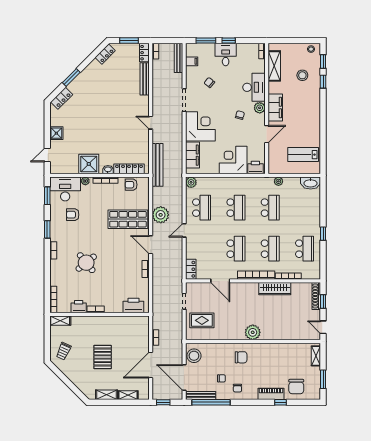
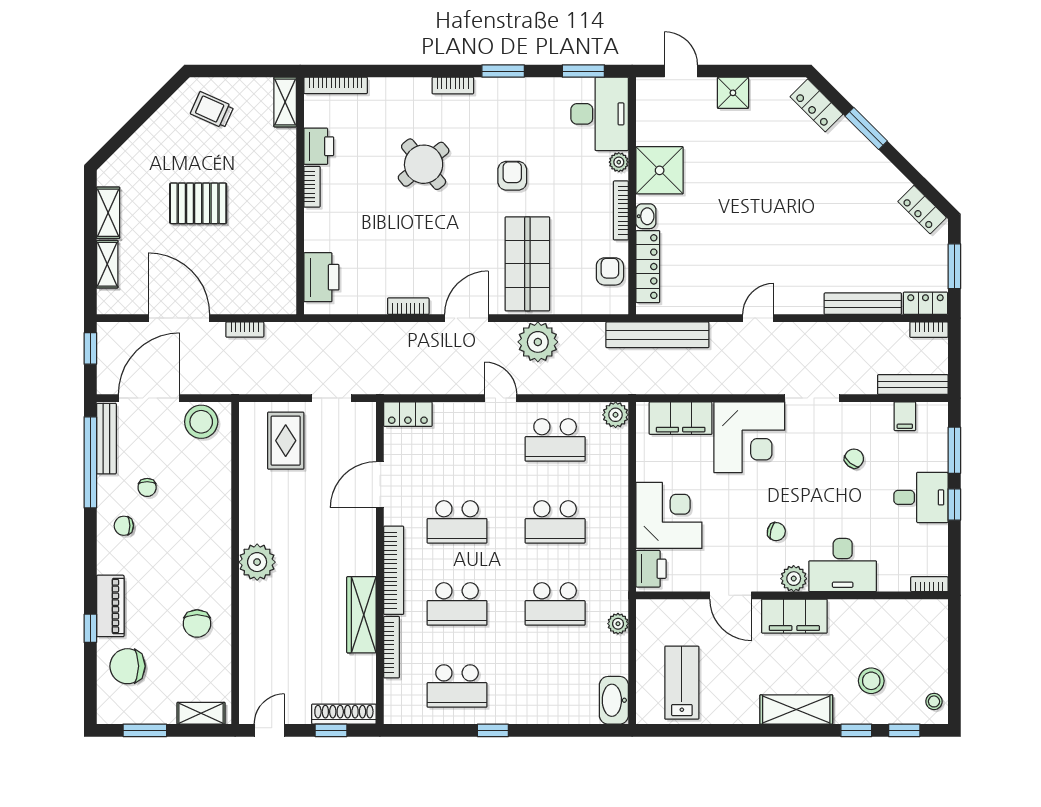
shelving: (274, 66) -> (796, 709), moved
armchair: (73, 215) -> (512, 176), moved
chair: (241, 357) -> (197, 624), moved

